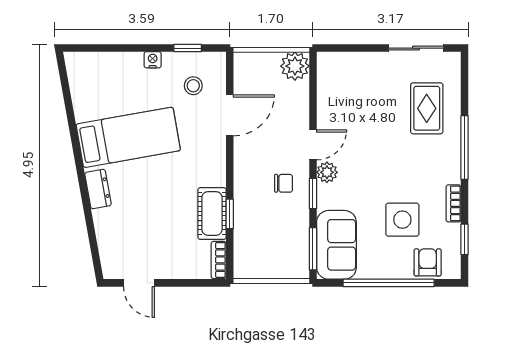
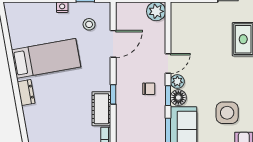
floor lamp: (329, 197) -> (178, 98), added
window: (230, 214) -> (113, 94), moved

